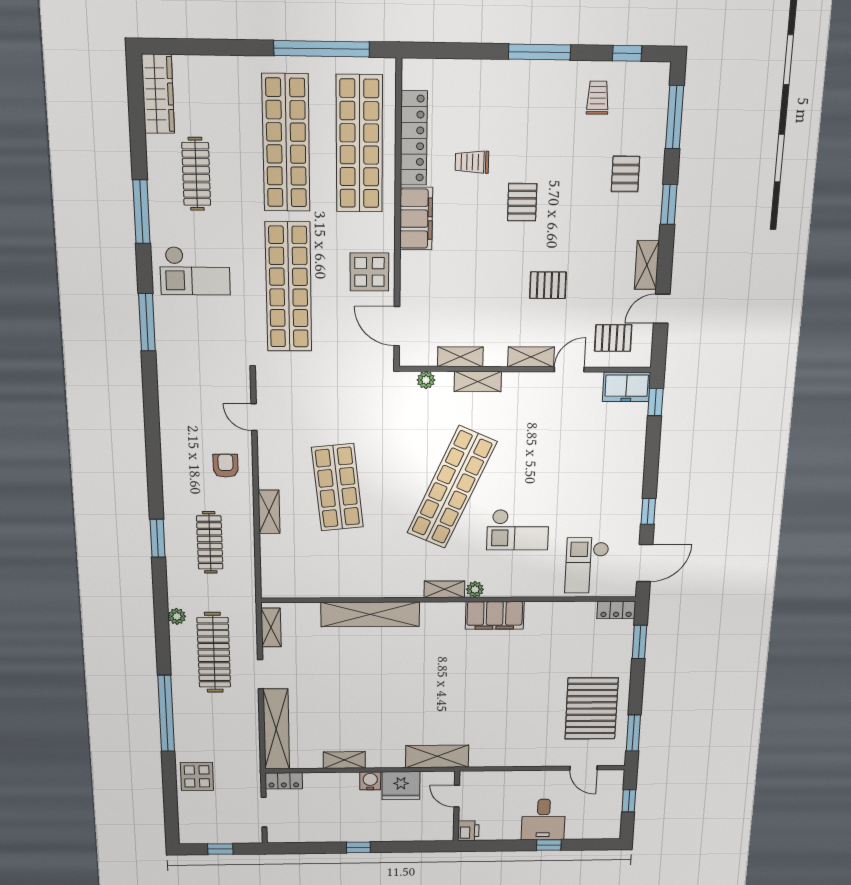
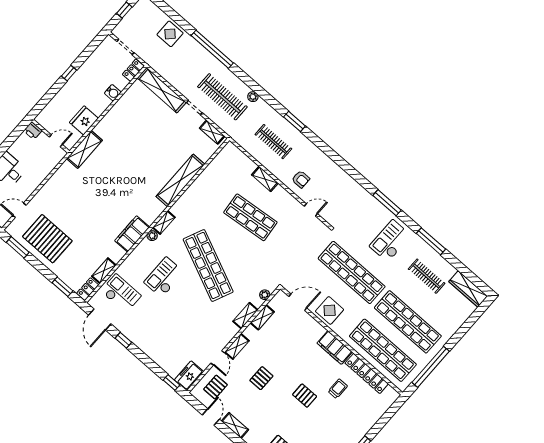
shelving: (344, 760) -> (104, 271), moved
water cooler: (370, 781) -> (113, 93), moved

